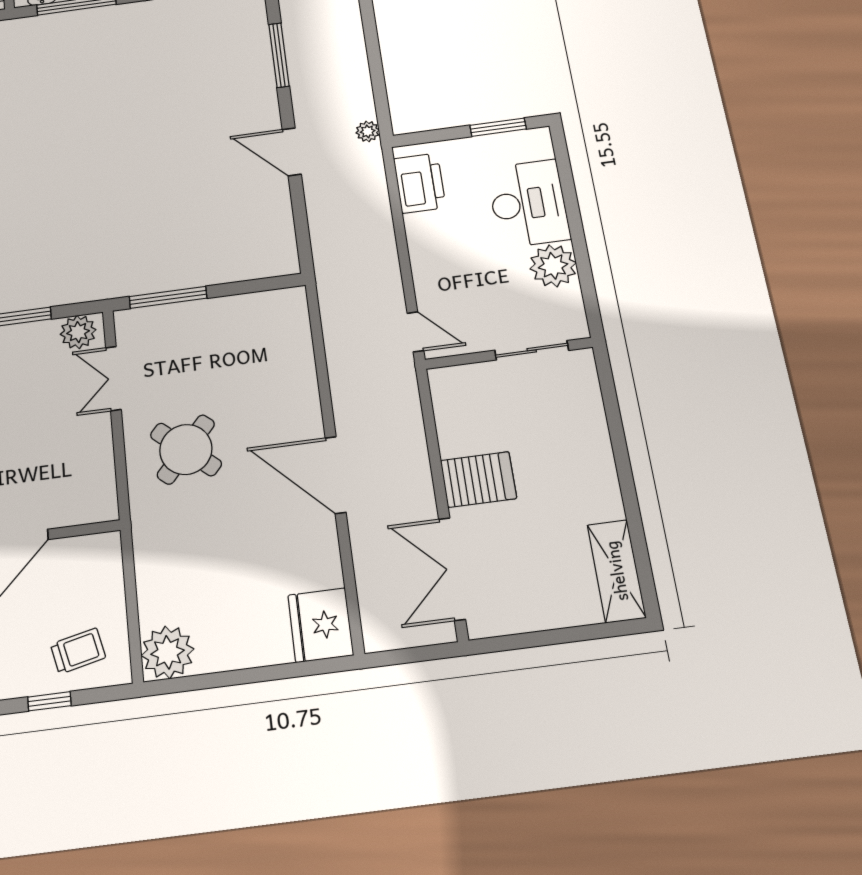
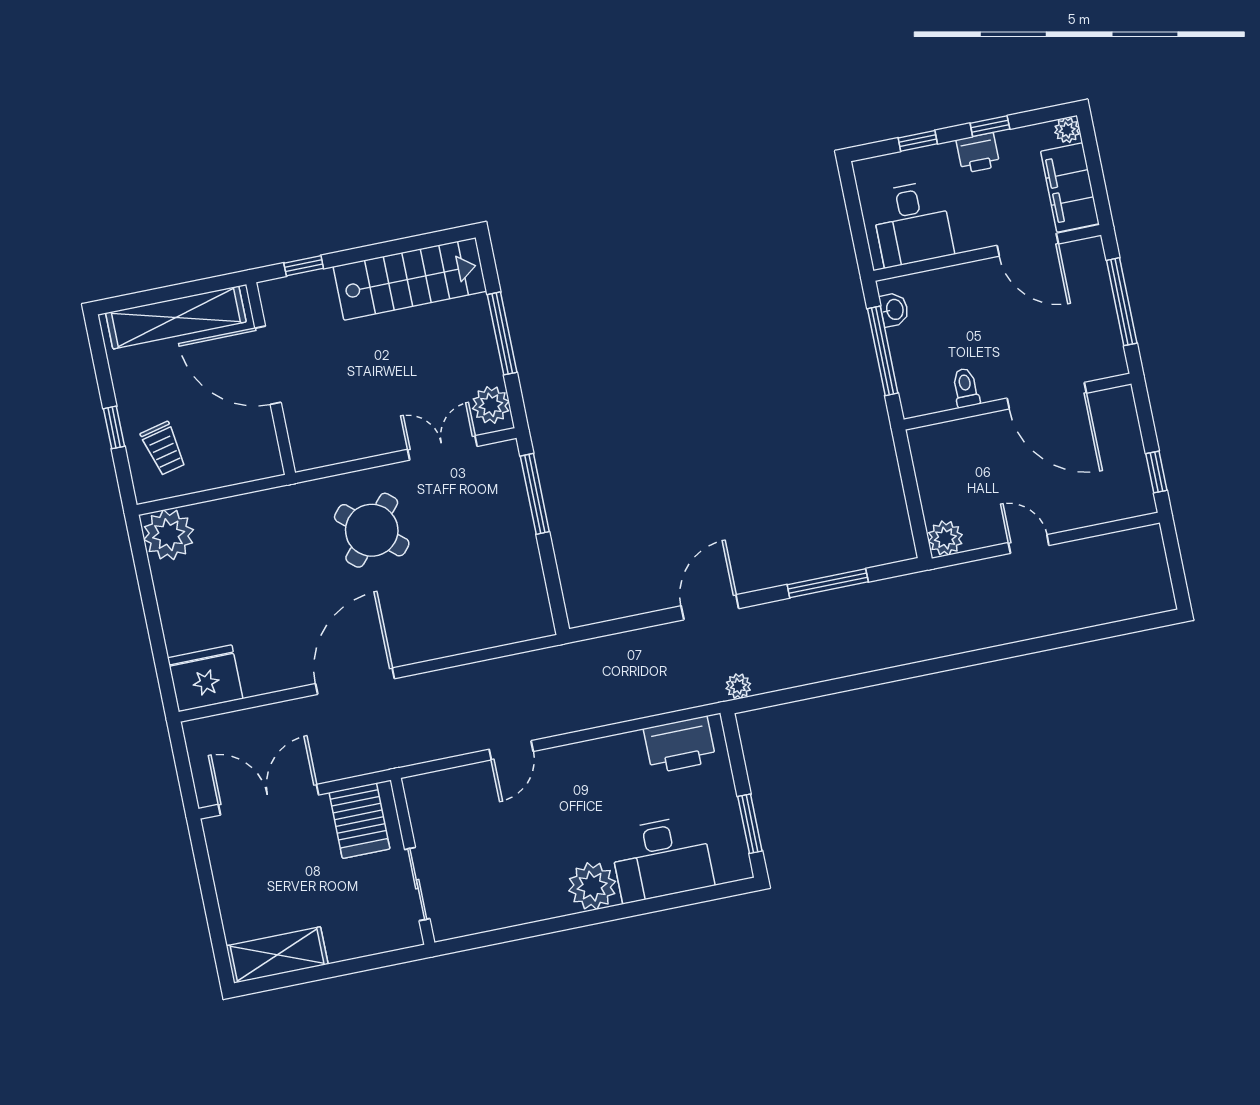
sliding door: (532, 350) -> (417, 884), moved
wall: (509, 353) -> (413, 861), moved

